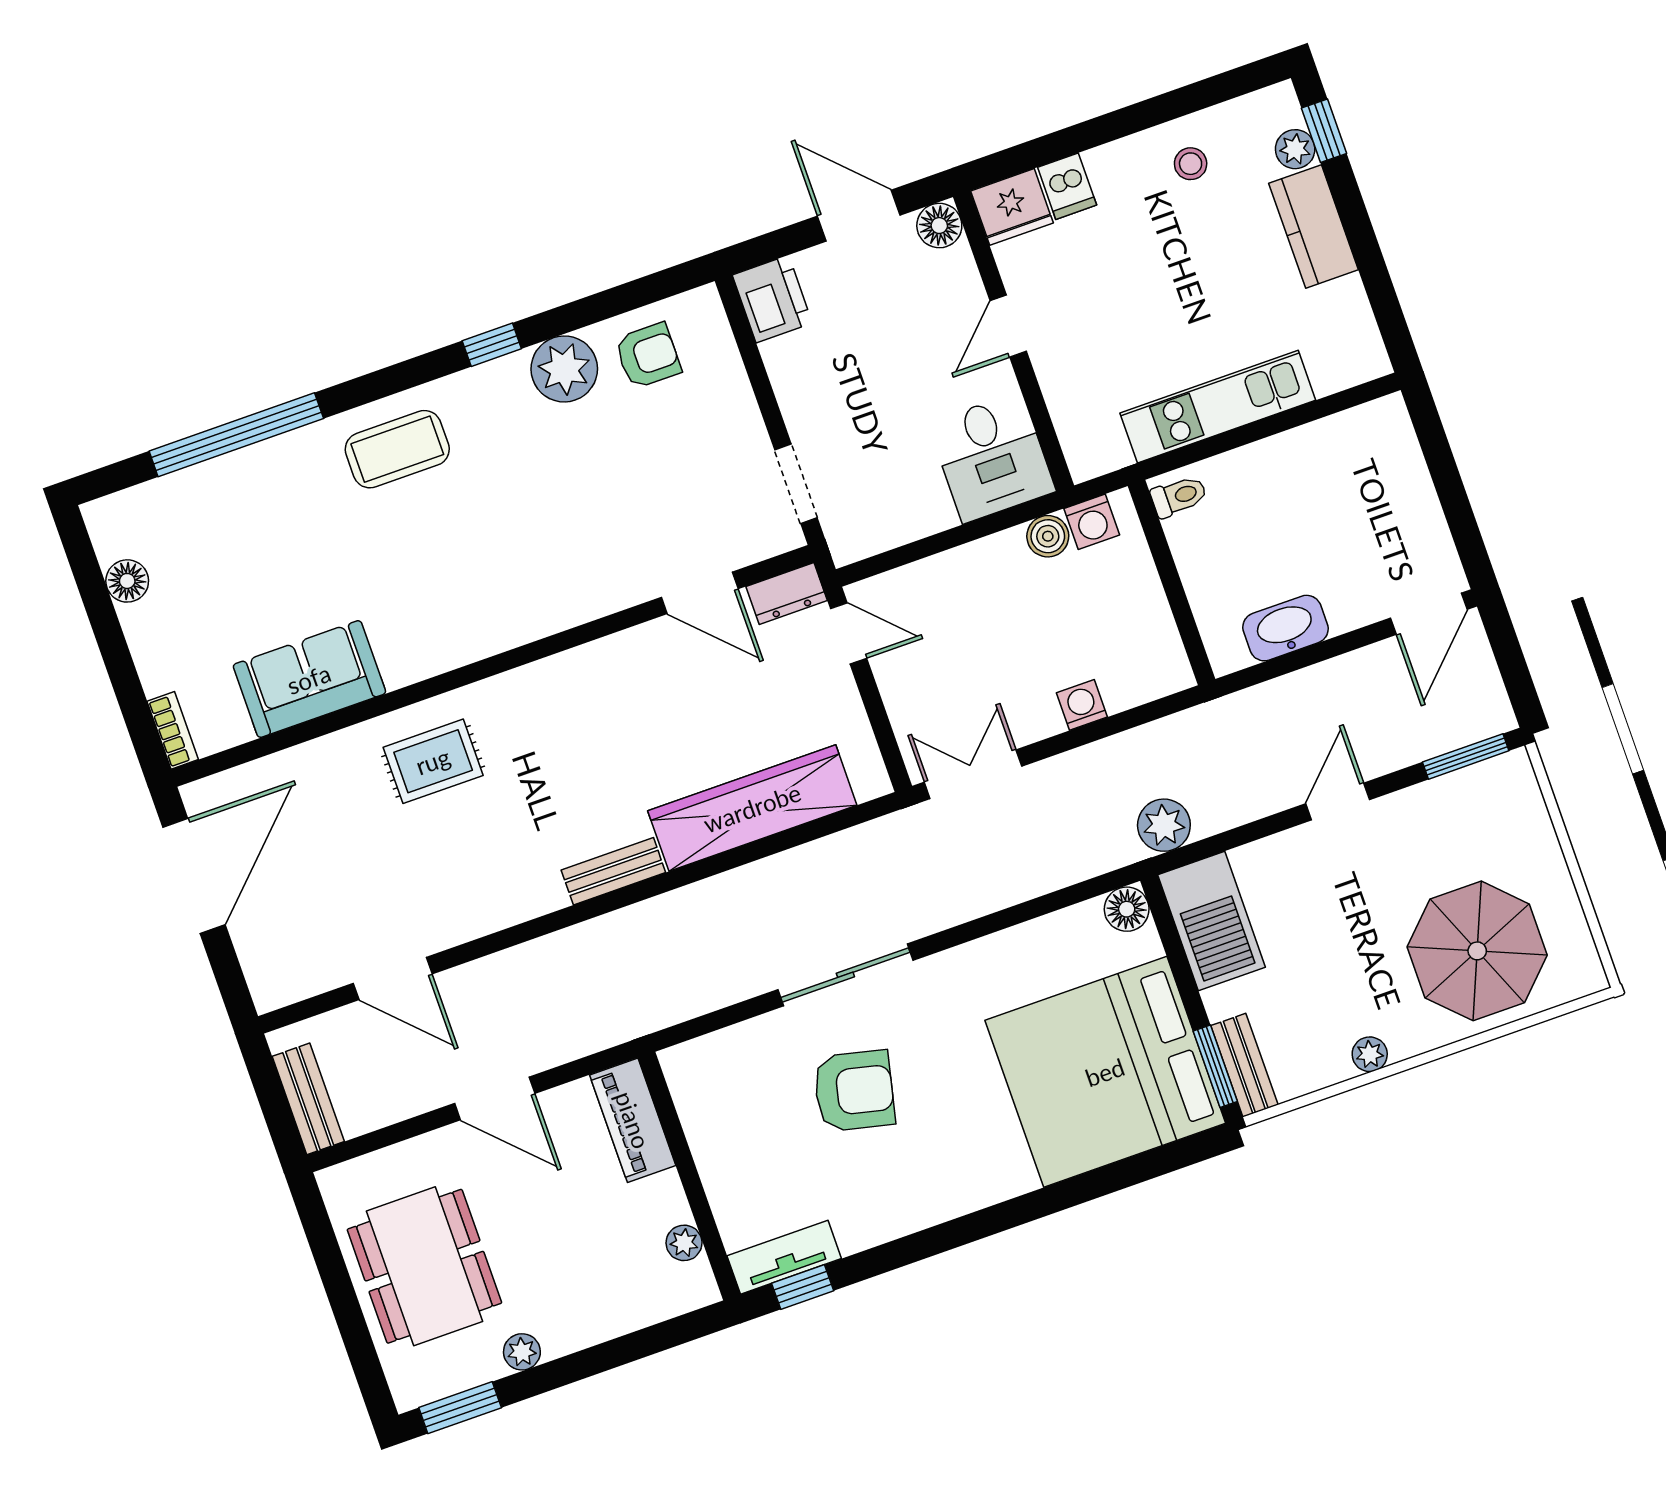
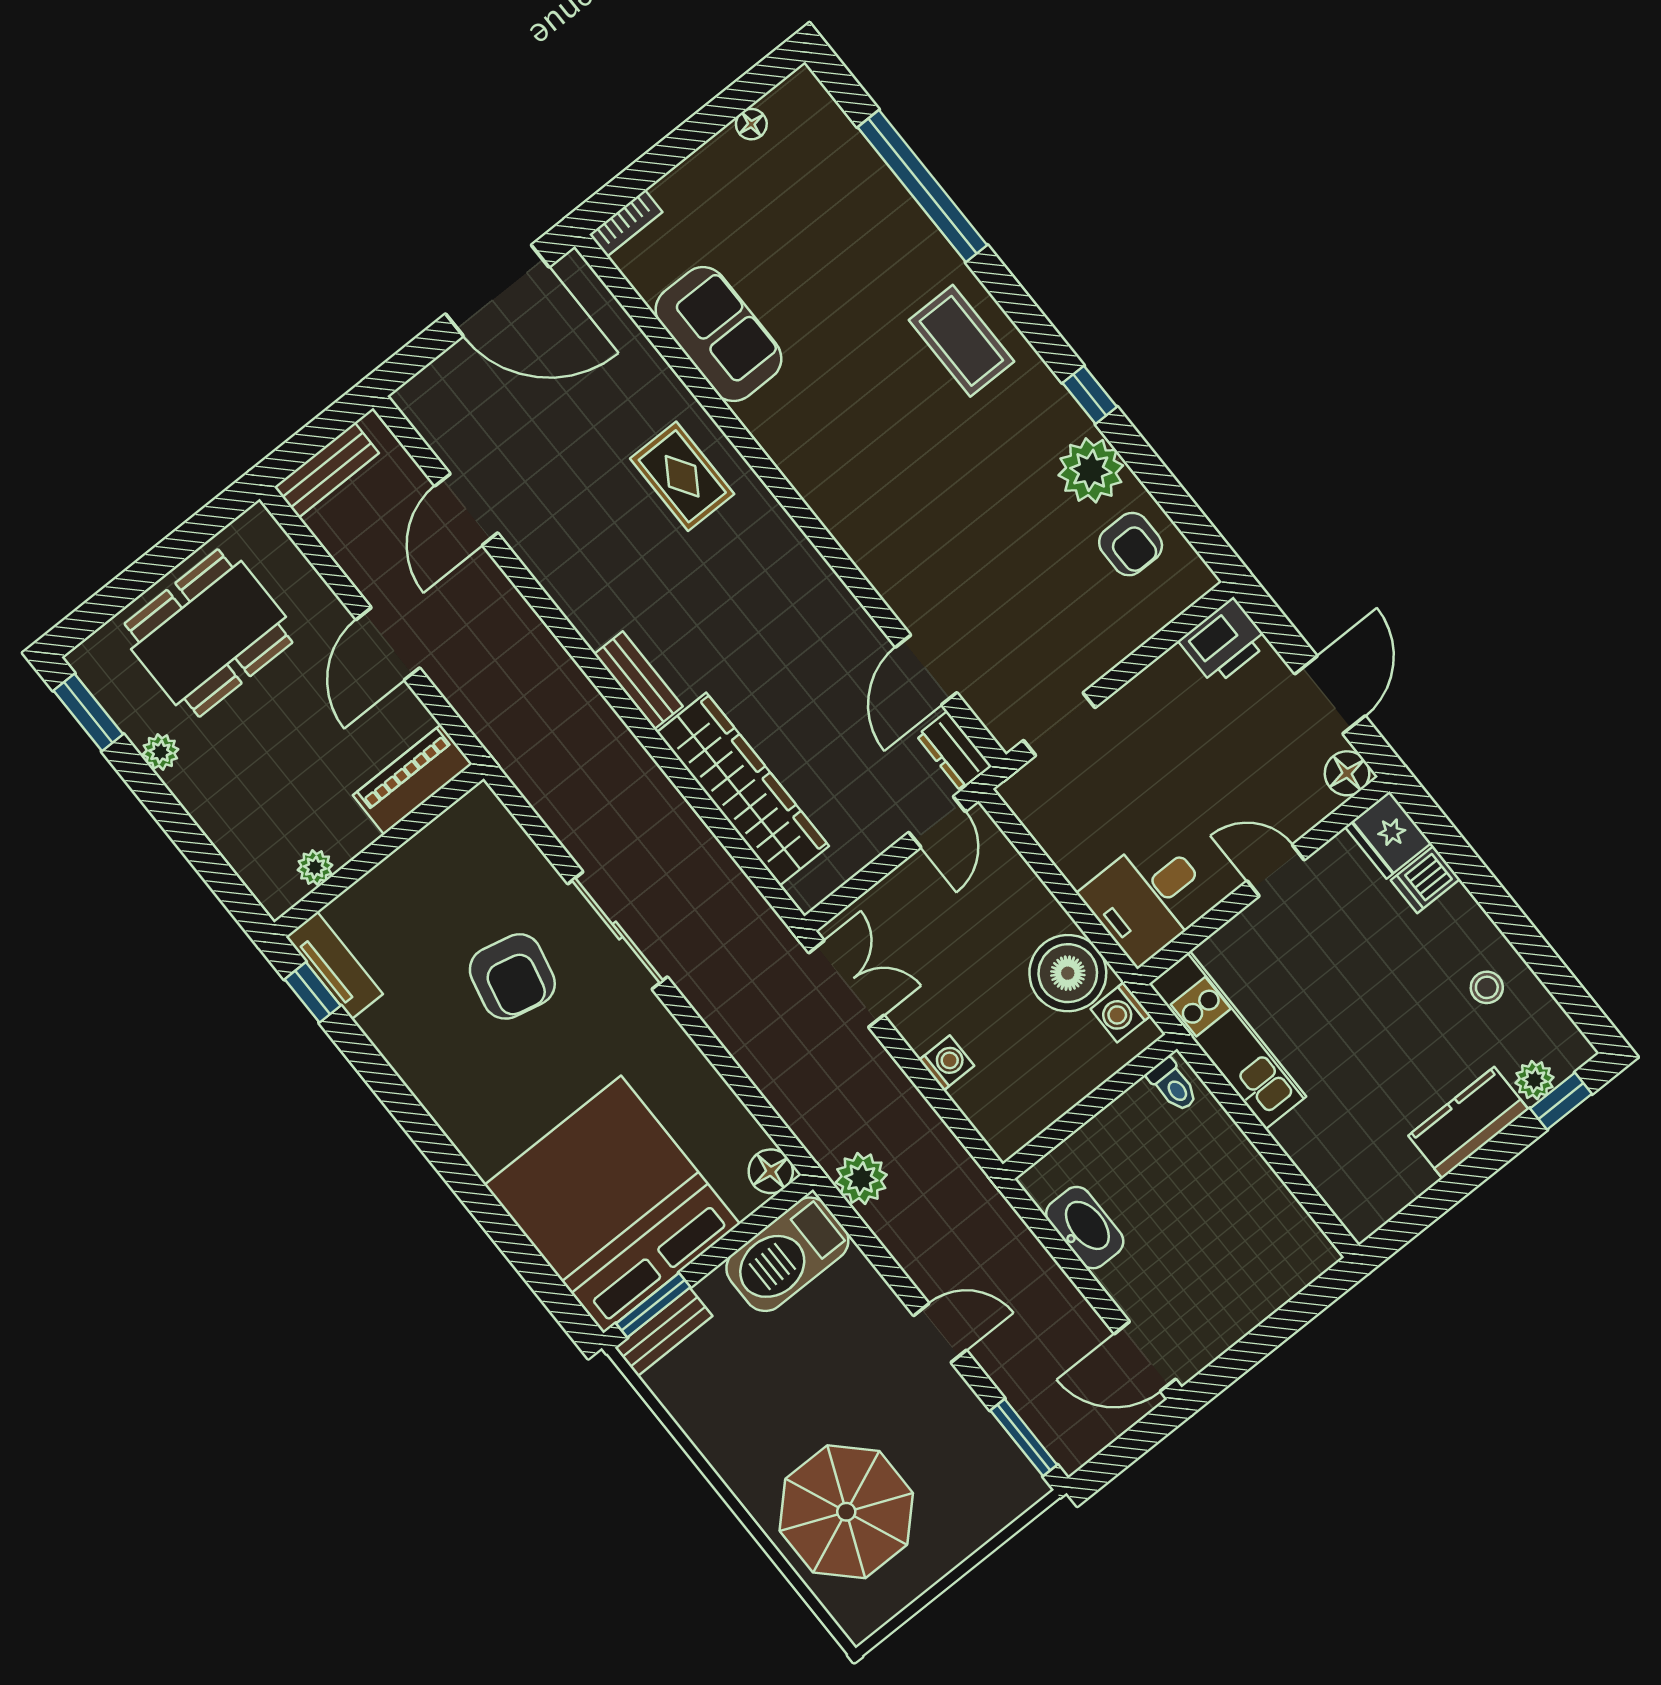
kitchen unit: (1218, 407) -> (1228, 1040), moved
boiler: (1048, 536) -> (1068, 973), width x1.86, depth x1.86
floor lamp: (127, 581) -> (751, 124), width x0.73, depth x0.73
plant: (1370, 1054) -> (715, 1445), removed

